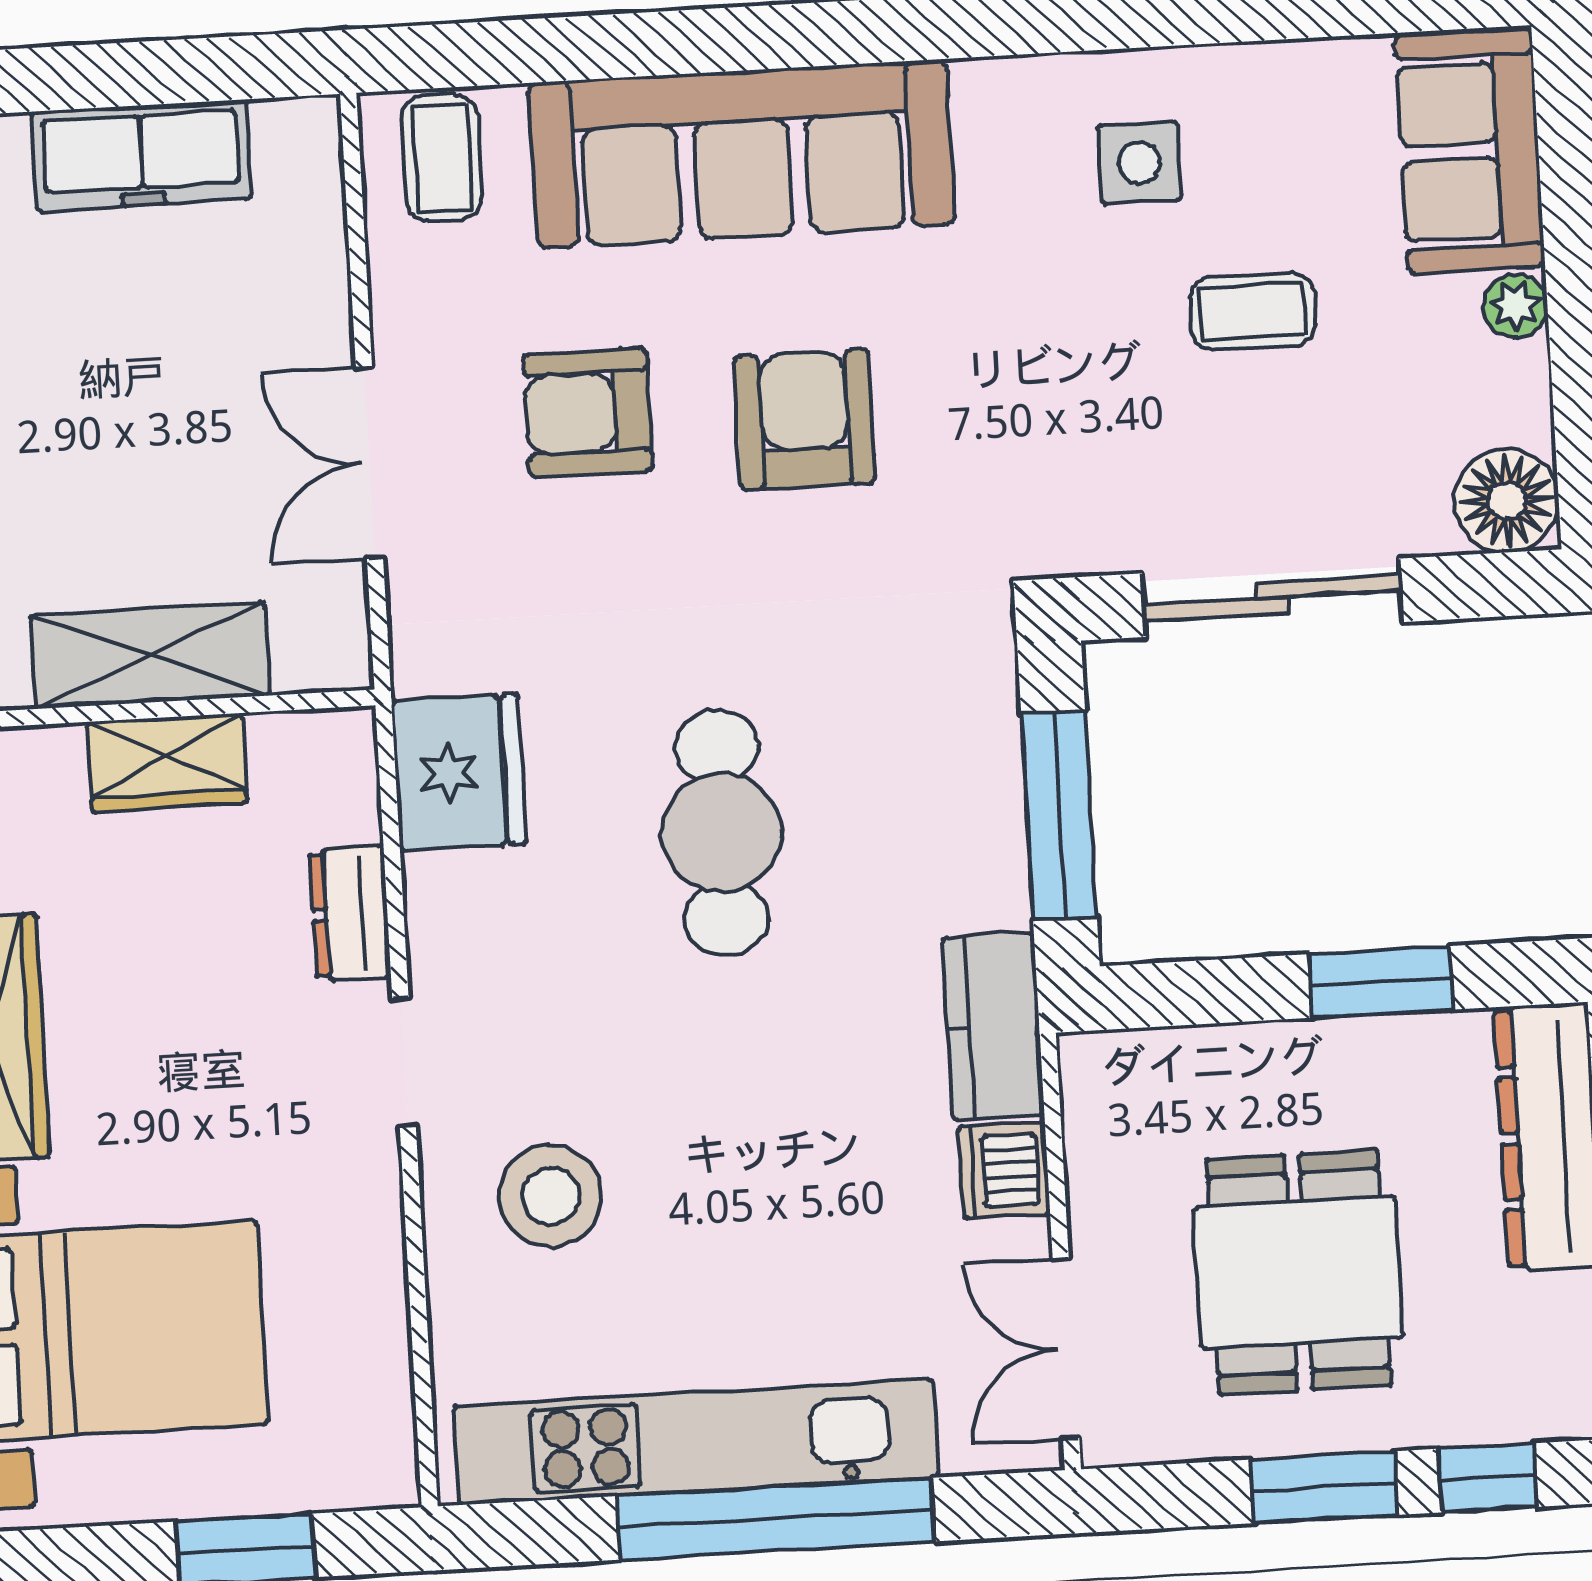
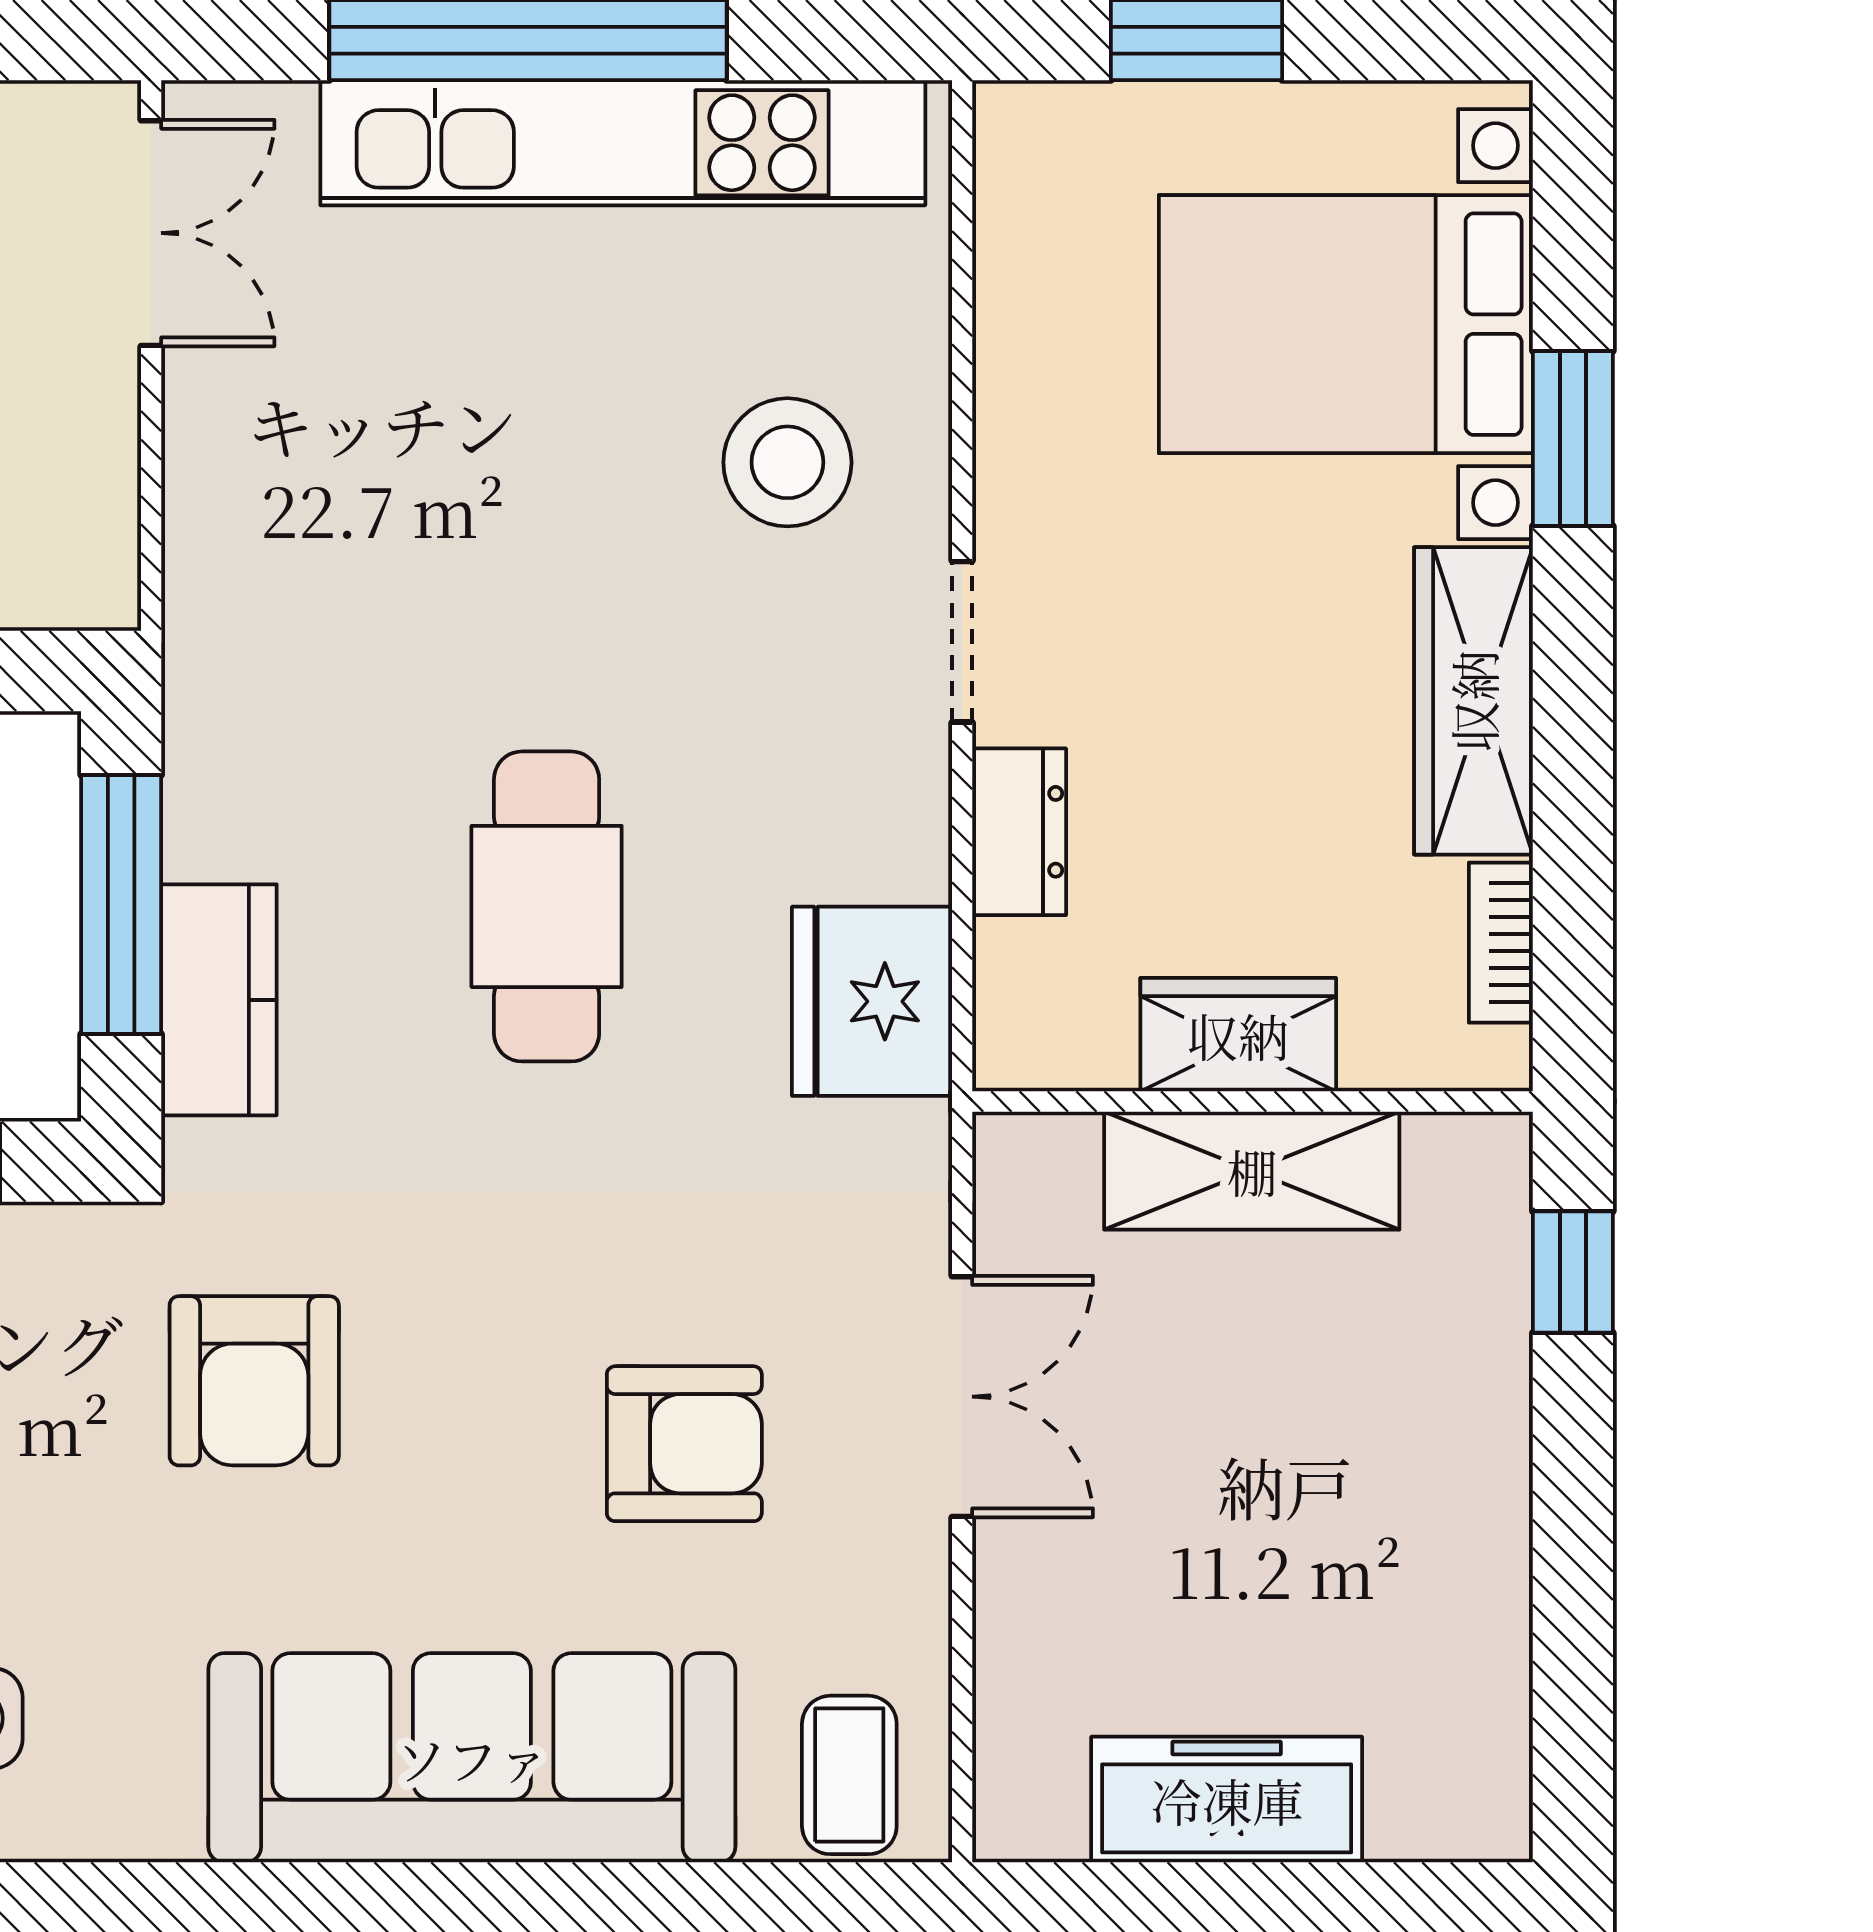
armchair: (805, 420) -> (254, 1381), moved
kitchen counter: (993, 1026) -> (219, 1000), moved
dishwasher: (1004, 1171) -> (216, 461), removed

